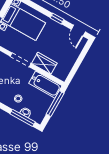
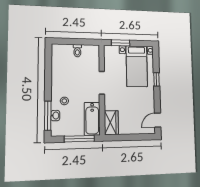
window: (57, 19) -> (157, 79), moved
wardrobe: (44, 63) -> (111, 123), moved

